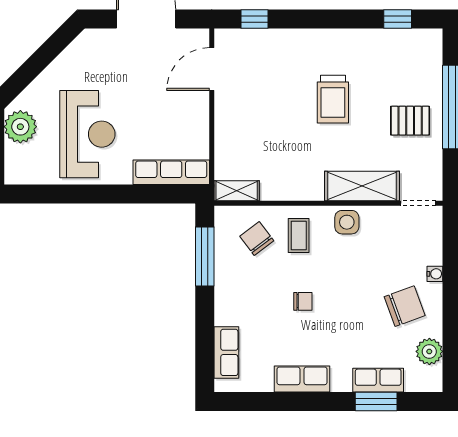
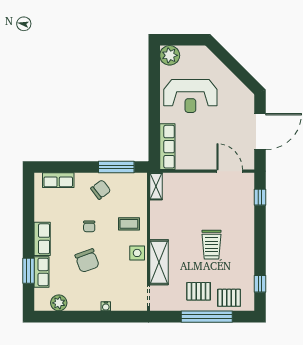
pallet: (421, 70) -> (229, 298), added
trolley: (333, 99) -> (212, 245), turned -90
pallet: (410, 121) -> (199, 291), turned 90
plant: (20, 127) -> (170, 55), moved
chair: (257, 239) -> (101, 190), moved
chair: (405, 306) -> (87, 261), moved
row of seats: (302, 379) -> (42, 239), moved

